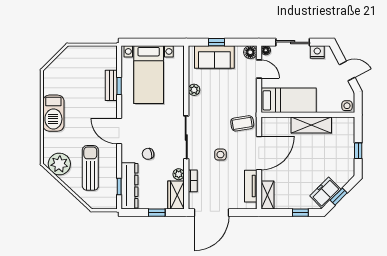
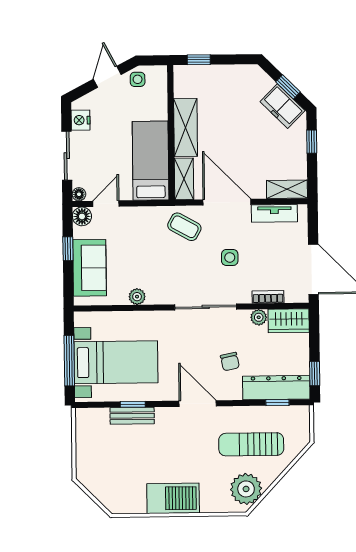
window: (150, 42) -> (69, 361), added
window: (216, 42) -> (68, 249), moved
side table: (347, 106) -> (138, 79), moved
coffee table: (242, 123) -> (184, 227), turned -52
shelving: (276, 123) -> (184, 179), added
door: (119, 131) -> (198, 404), swing flipped
window: (358, 151) -> (199, 60), moved
window: (157, 213) -> (315, 374), moved

